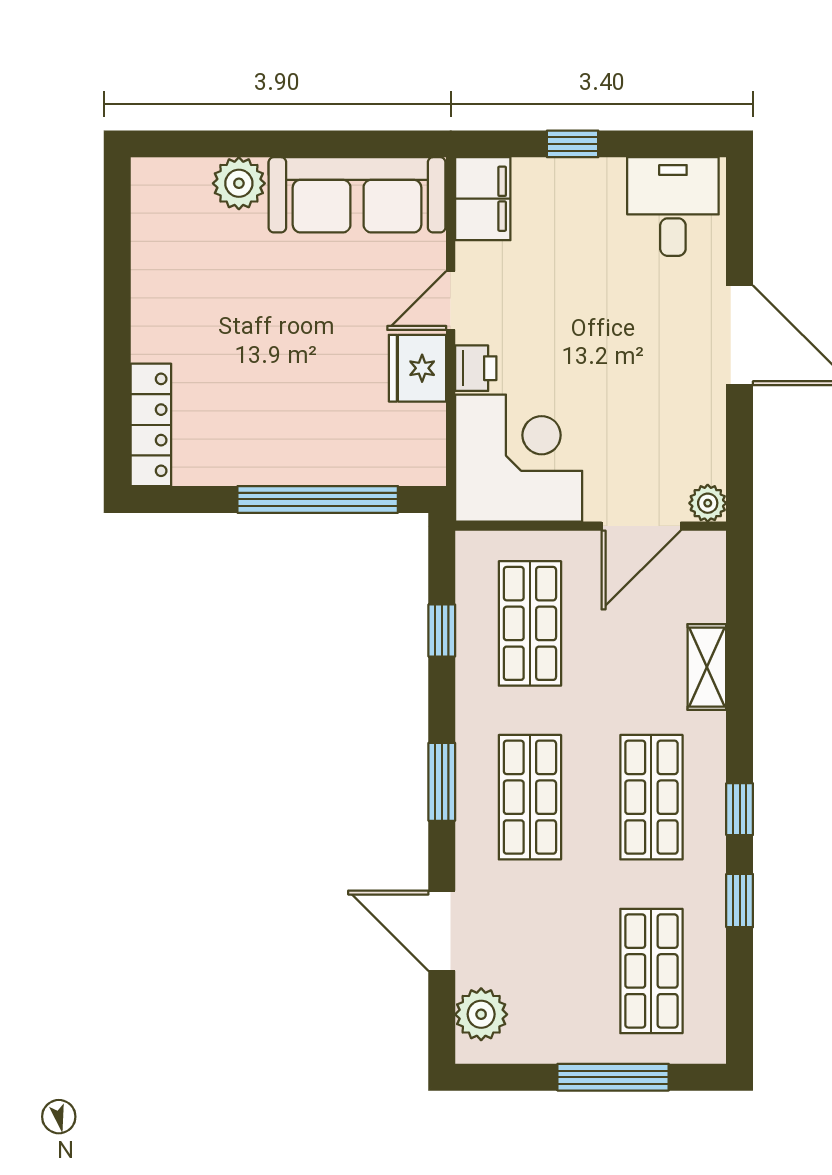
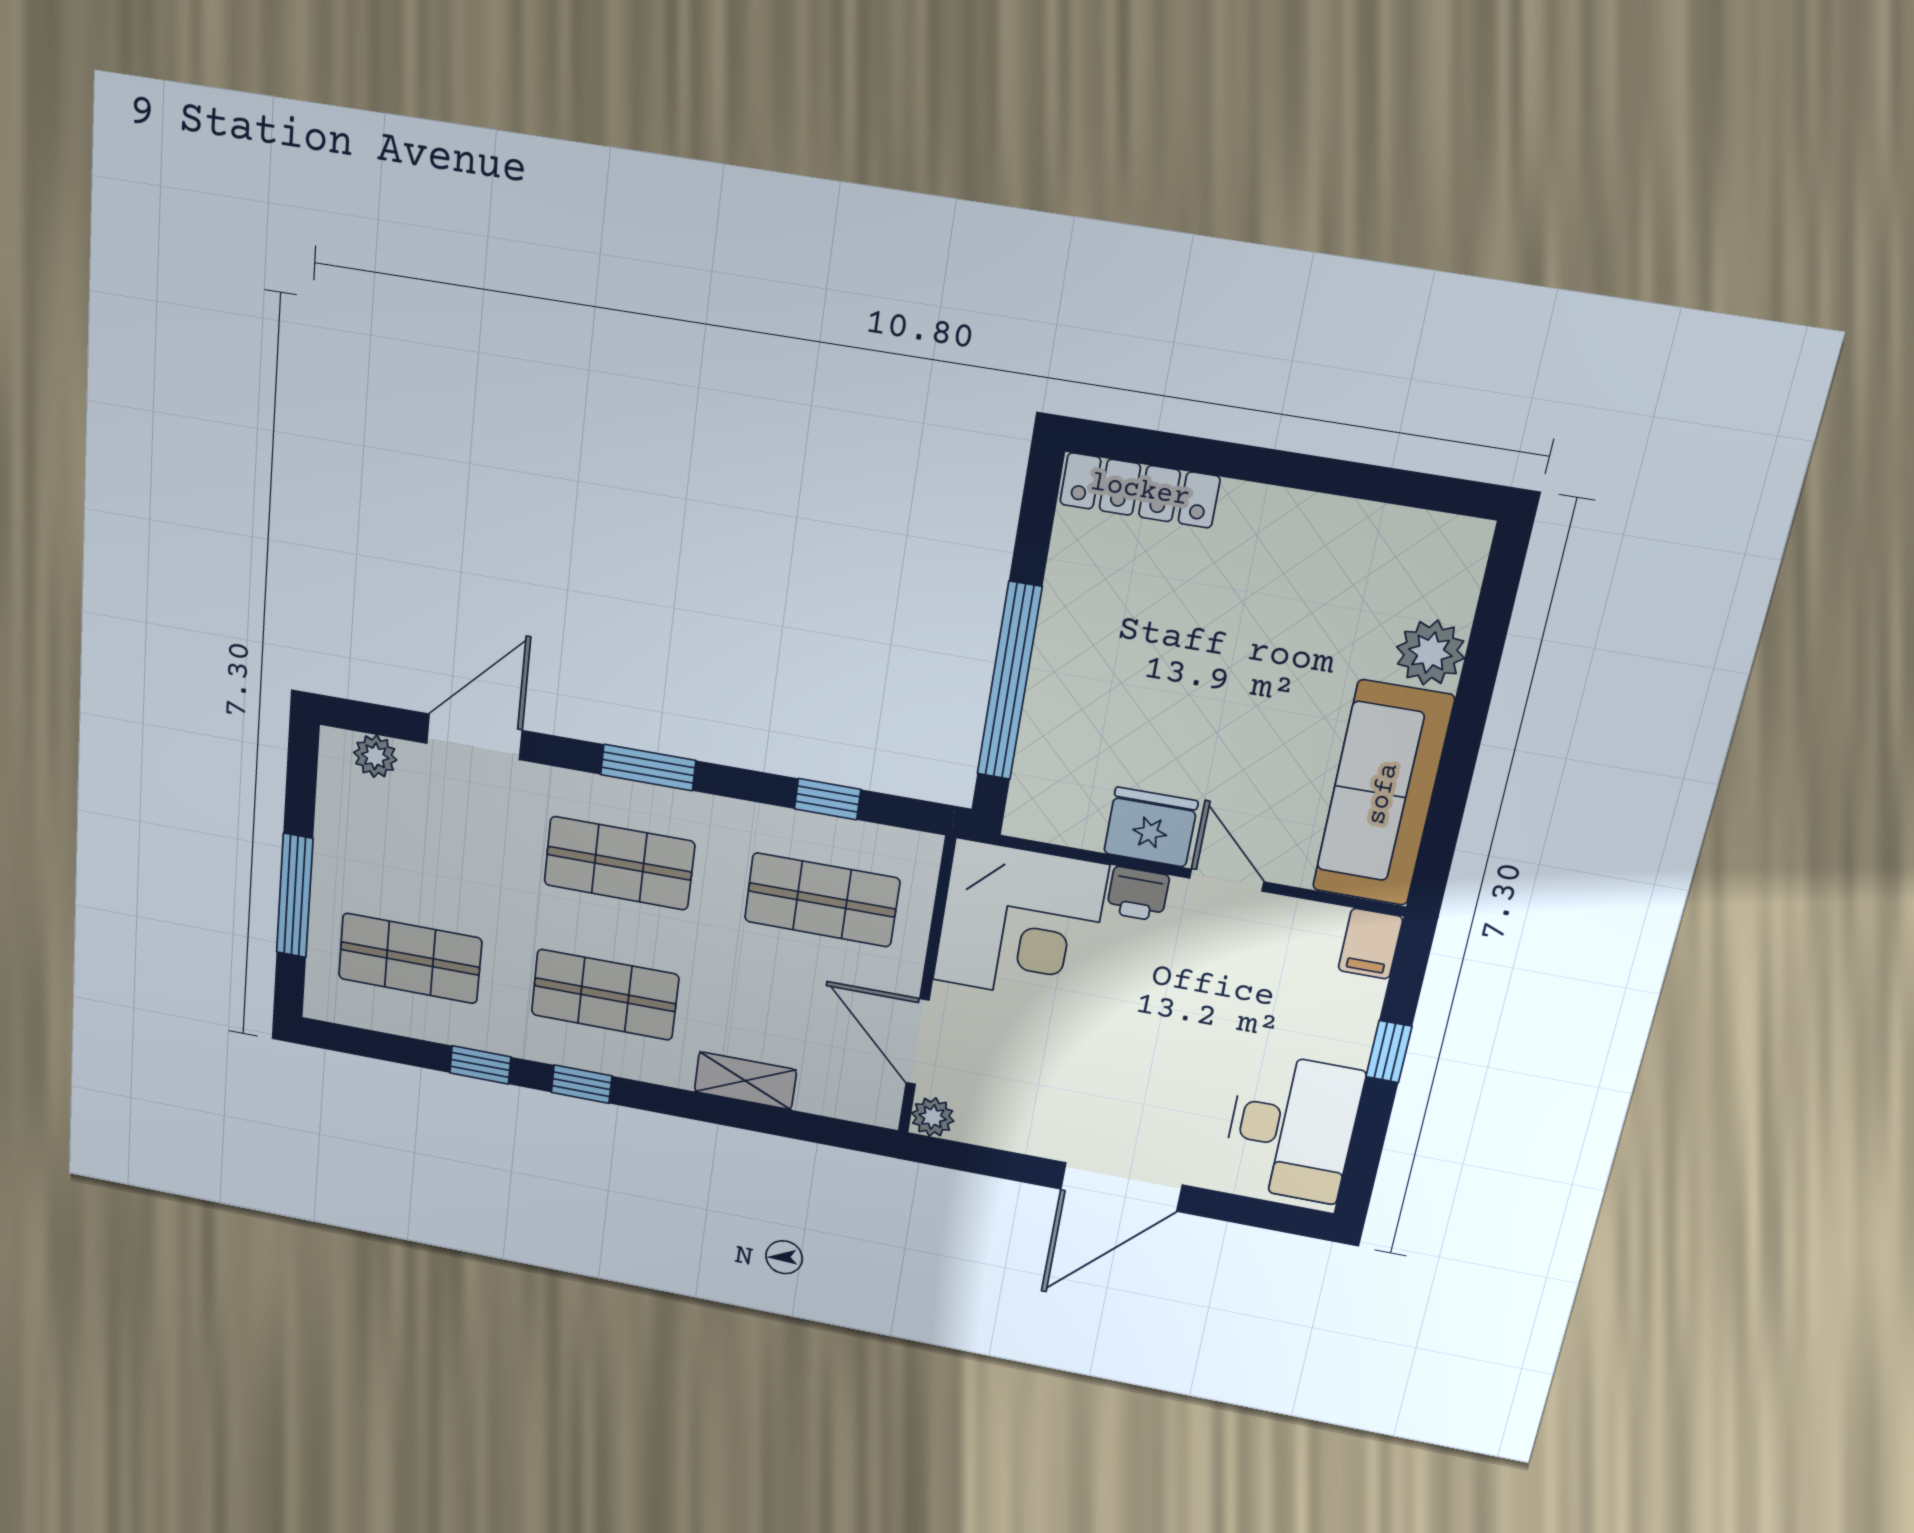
filing cabinet: (483, 199) -> (1370, 944), width x0.50
desk: (673, 207) -> (1292, 1128), width x1.37
plant: (481, 1014) -> (375, 756), width x0.73, depth x0.73

